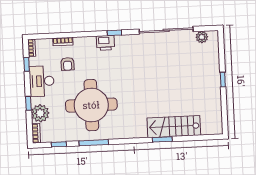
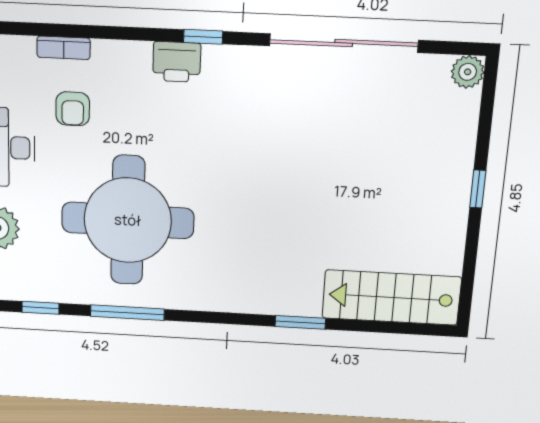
plant: (202, 37) -> (468, 72), moved
stairs: (174, 127) -> (391, 298), moved

